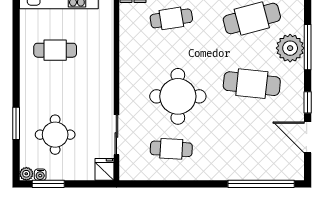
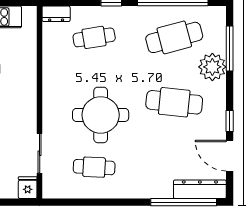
window: (308, 47) -> (230, 49), moved
dresser: (278, 171) -> (200, 189), added

